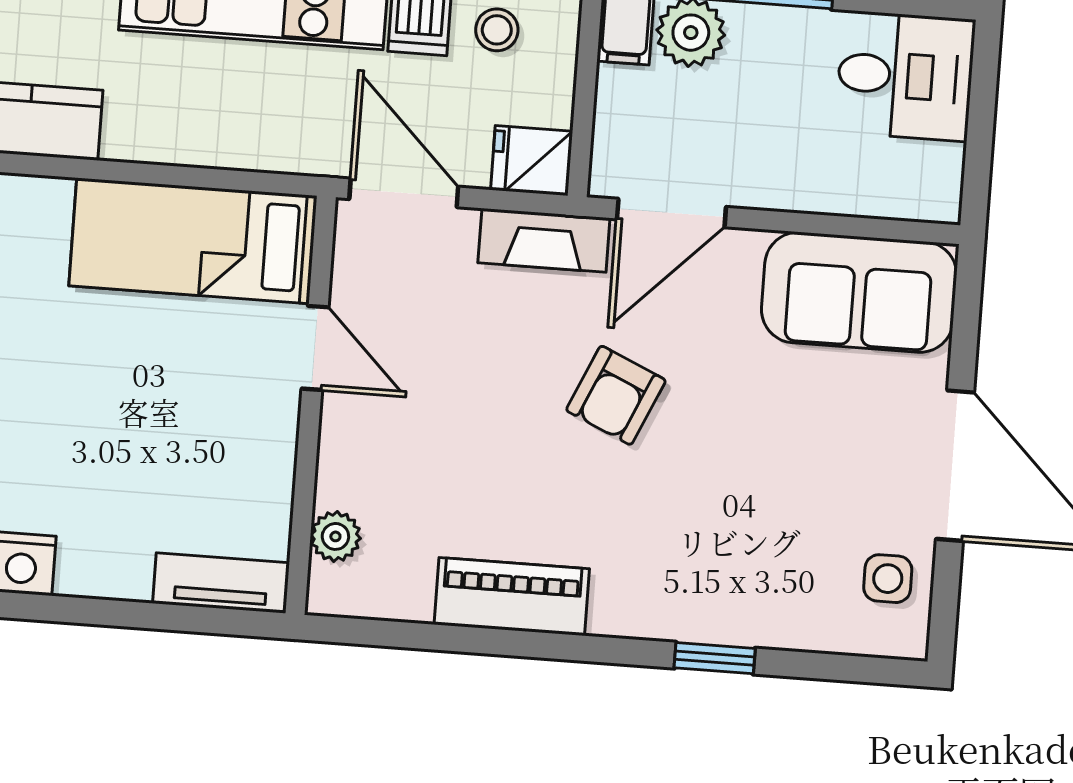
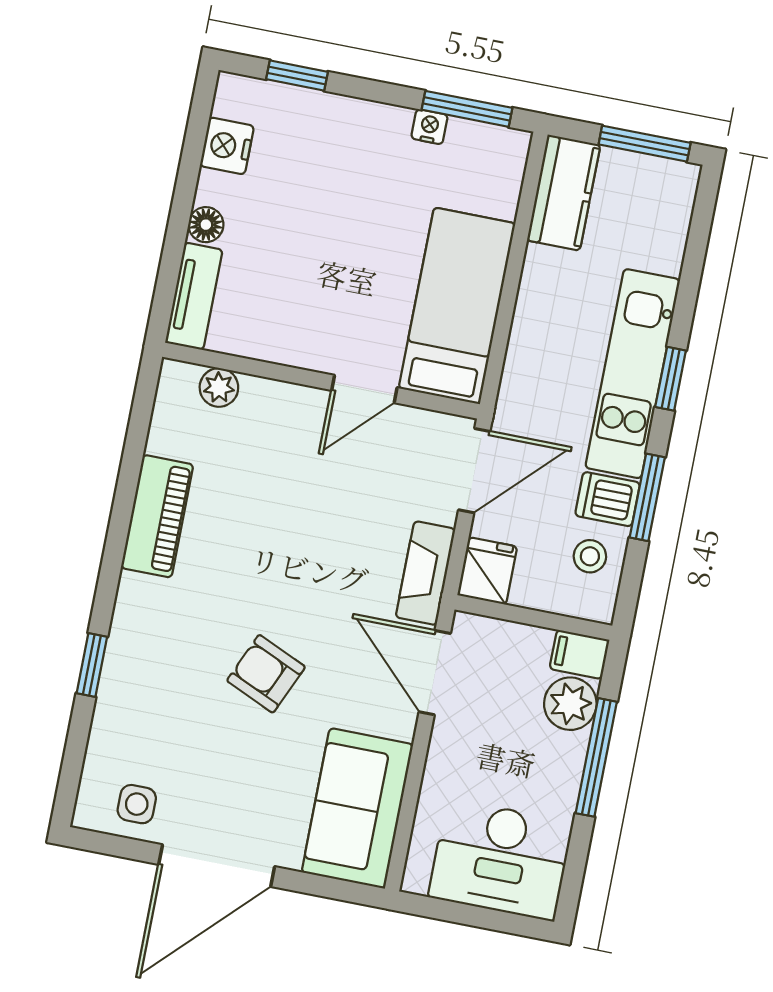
desk: (905, 76) -> (501, 860), width x1.37
armchair: (616, 395) -> (266, 674), moved
floor lamp: (127, 579) -> (206, 225), added

